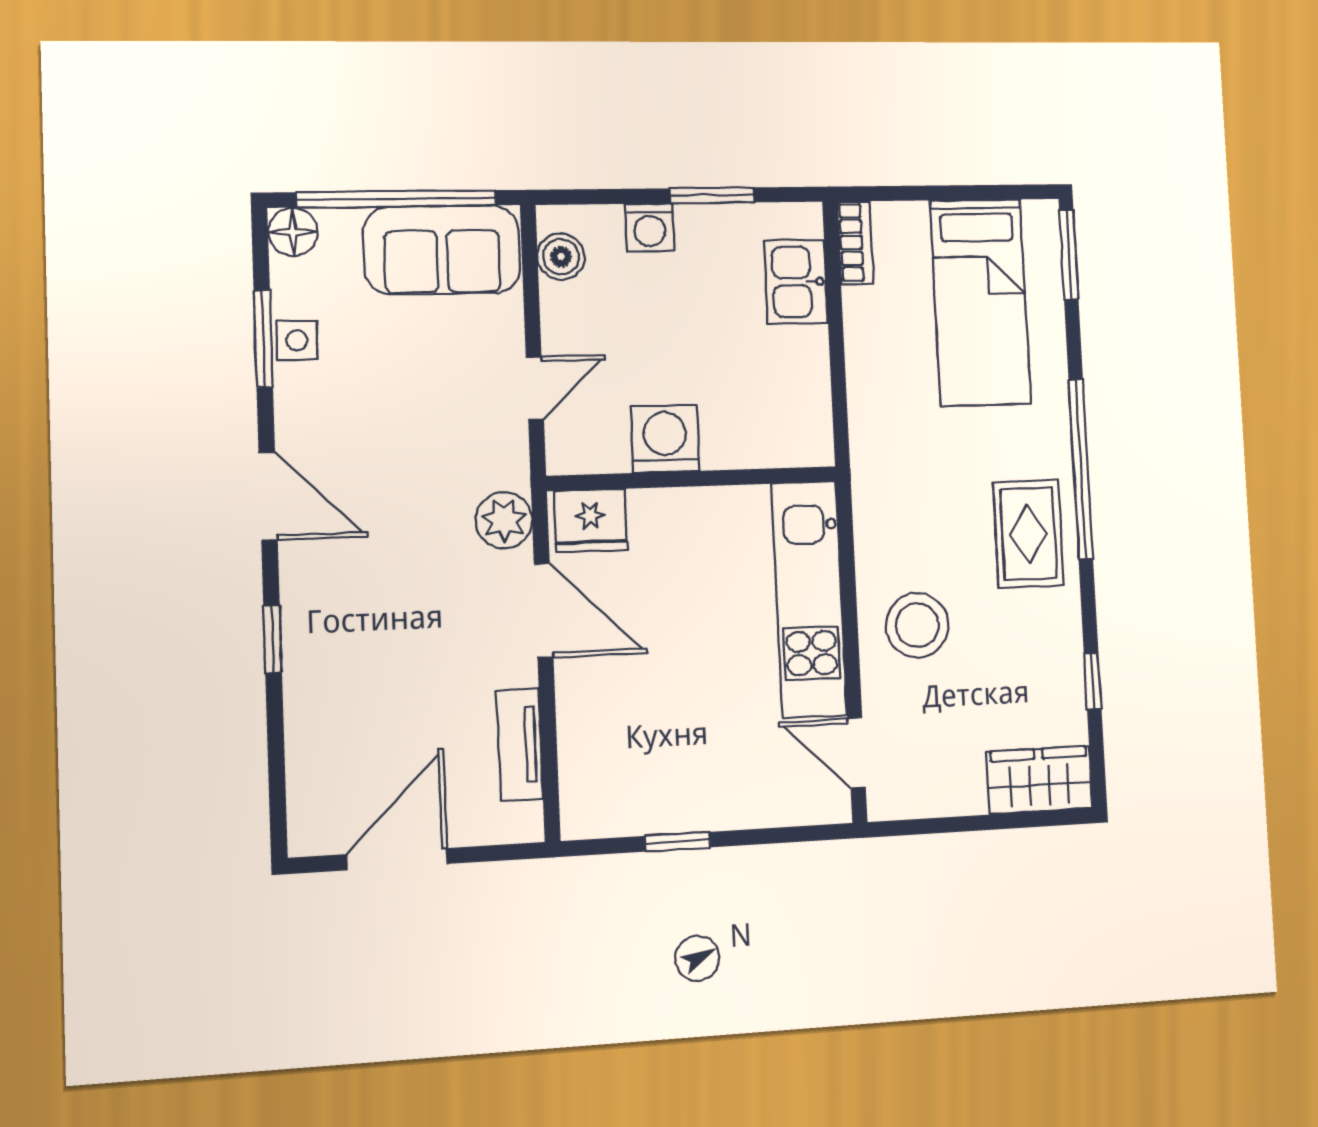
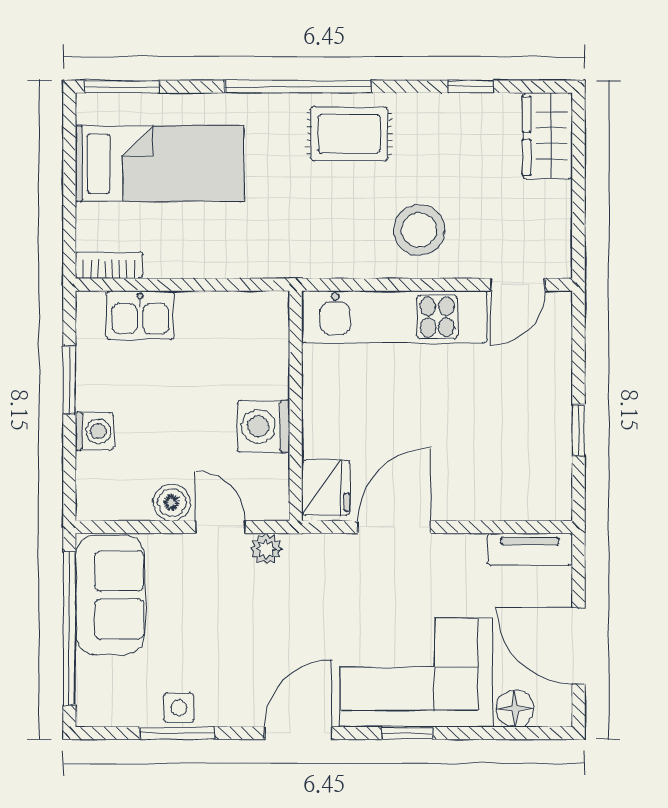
floor lamp: (293, 232) -> (515, 708), moved
boiler: (561, 257) -> (172, 503), moved
plant: (504, 520) -> (266, 549), moved, width x0.73, depth x0.73
corner sofa: (354, 648) -> (417, 673), added
tv unit: (520, 745) -> (530, 549), moved

